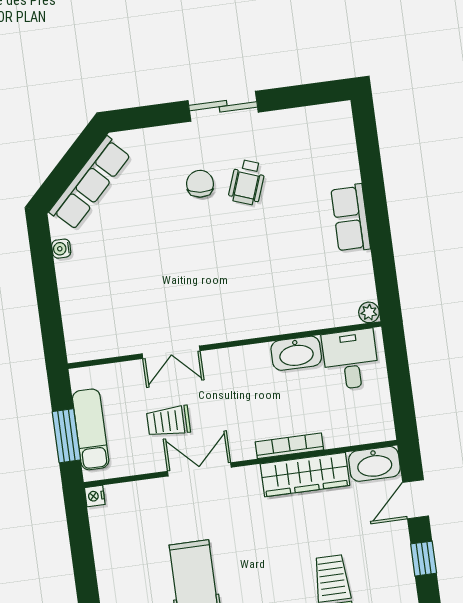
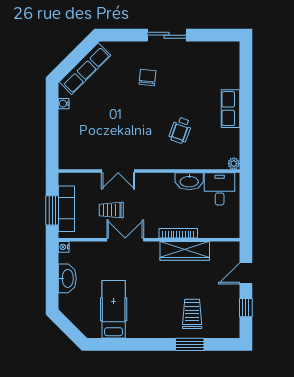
wheelchair: (247, 182) -> (180, 130), moved
washbasin: (374, 464) -> (67, 278), moved, turned -90

